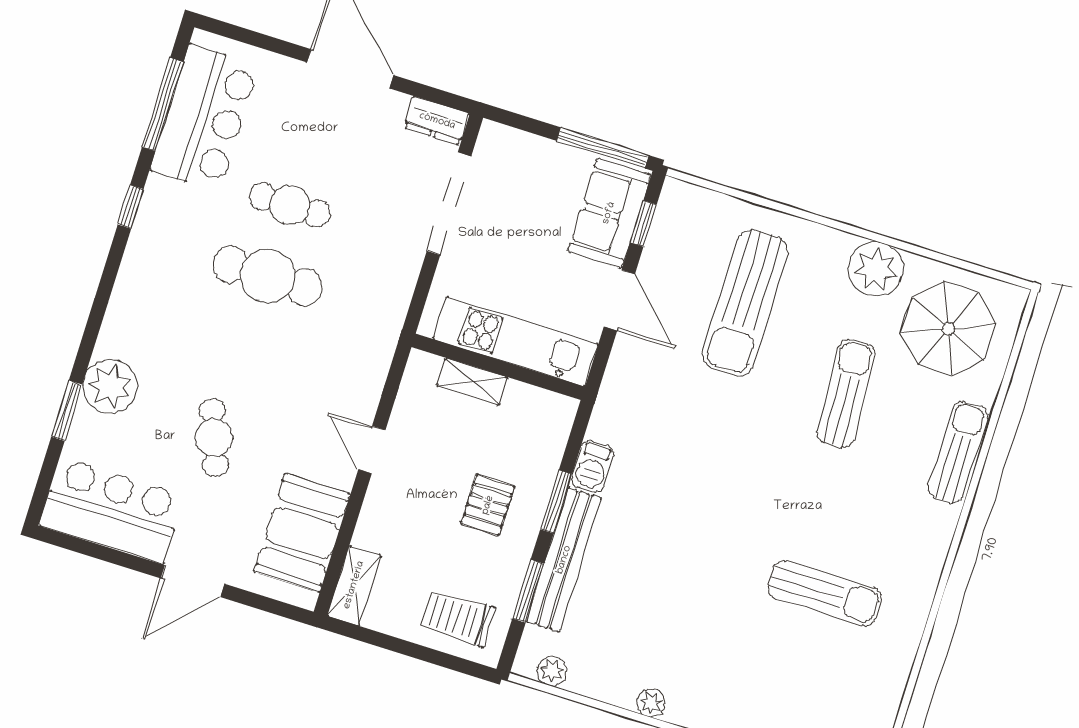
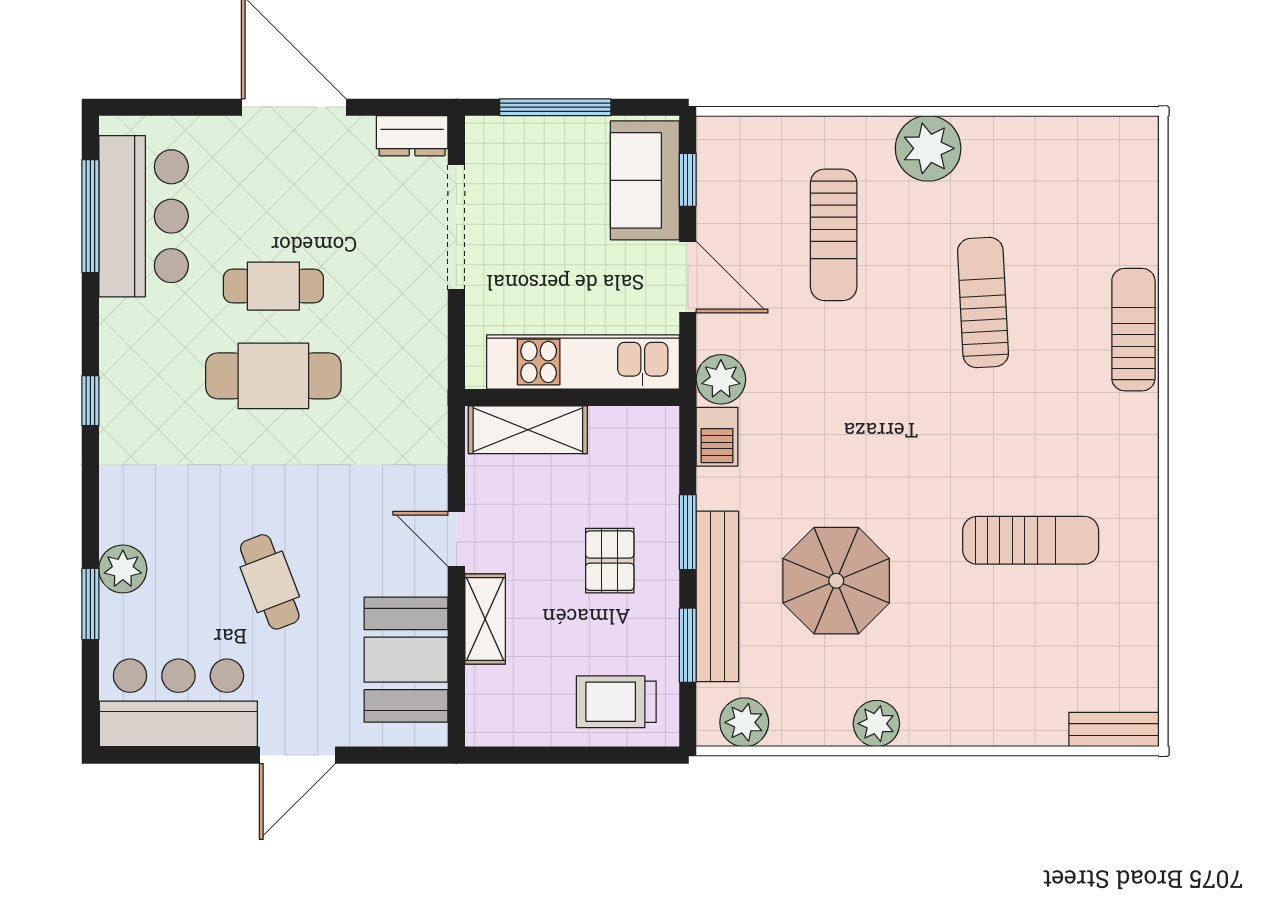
window: (603, 148) -> (555, 107), moved
window: (131, 207) -> (90, 401), moved
plant: (876, 269) -> (928, 148), moved
sun lounger: (745, 303) -> (834, 235), width x0.73, depth x0.75
parasol: (948, 329) -> (836, 581), moved
shelving: (472, 382) -> (528, 430), width x1.50, depth x1.33
plant: (110, 386) -> (123, 569), width x0.73, depth x0.73
plant: (620, 389) -> (721, 379), added
barbecue: (593, 467) -> (717, 437), moved
shelving: (354, 585) -> (485, 619), moved
plant: (552, 671) -> (744, 722), width x1.38, depth x1.38
plant: (651, 703) -> (876, 724), width x1.38, depth x1.38

